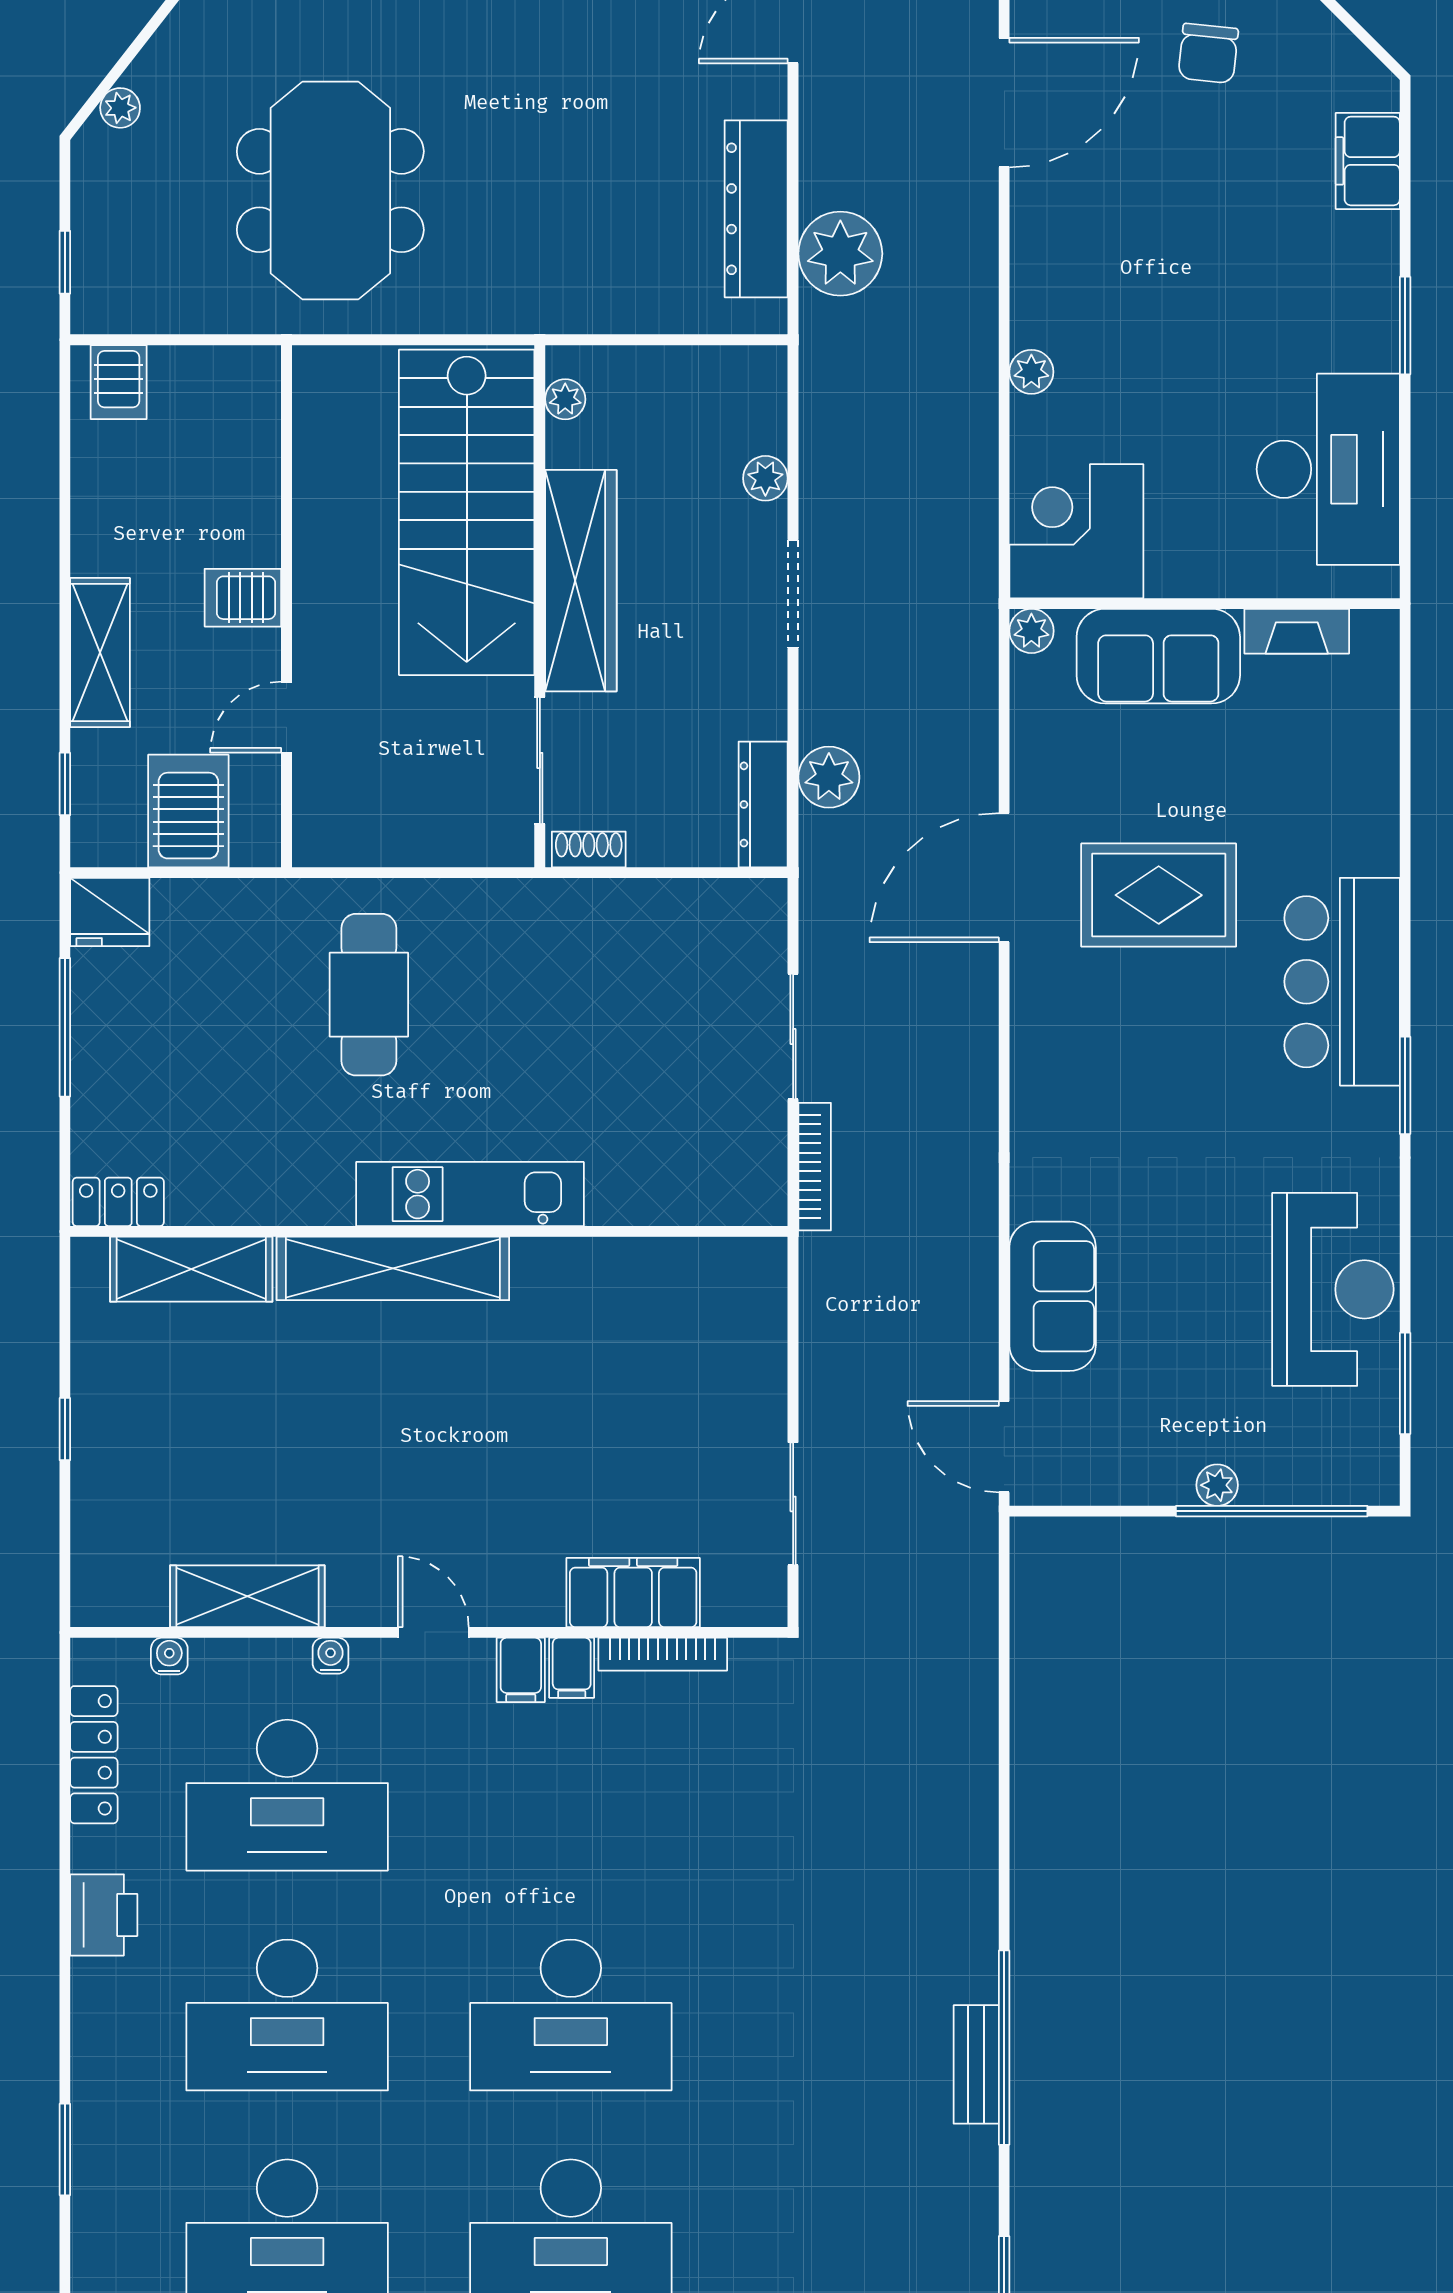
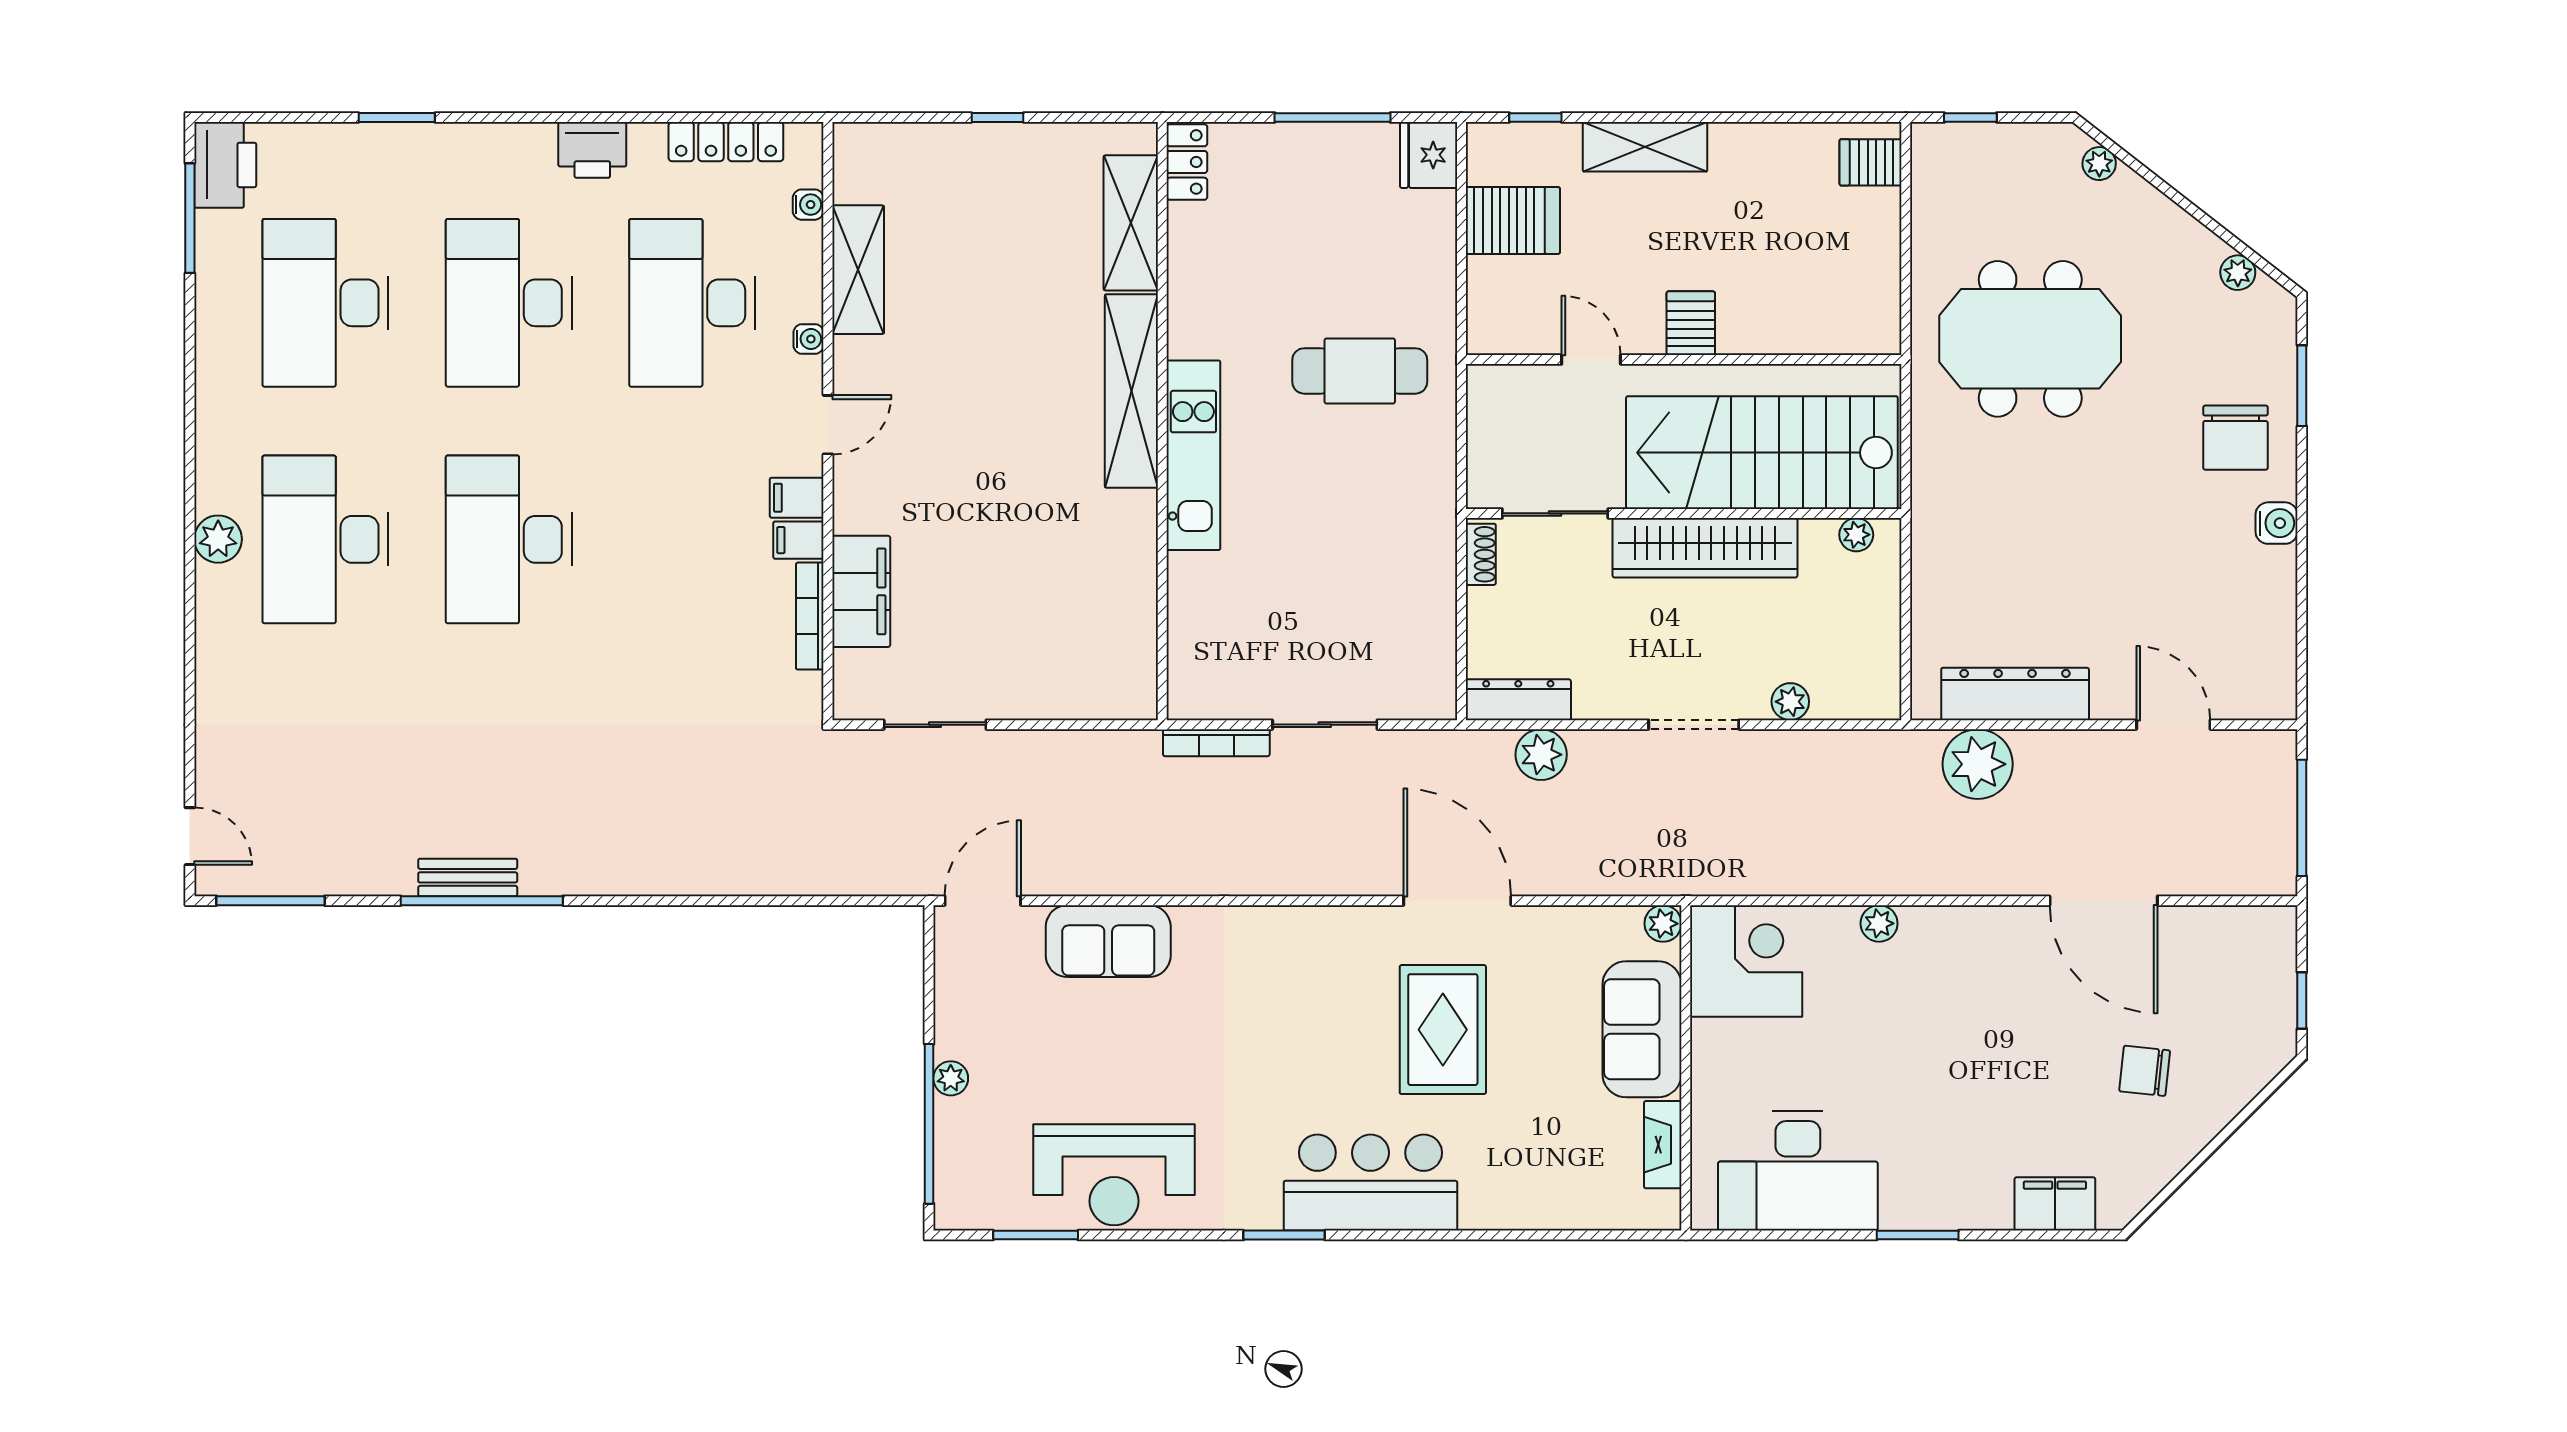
server rack: (243, 598) -> (1691, 323), moved
wall: (286, 606) -> (1684, 359), moved
door: (286, 717) -> (1591, 359), moved

